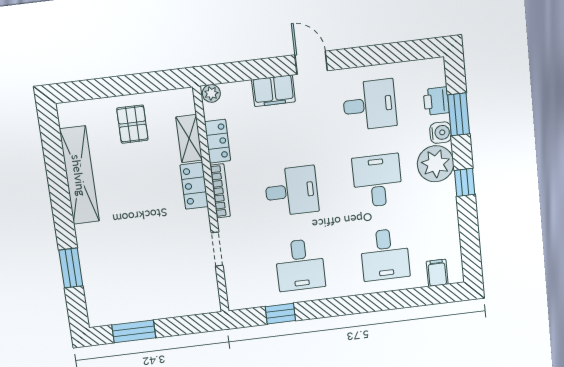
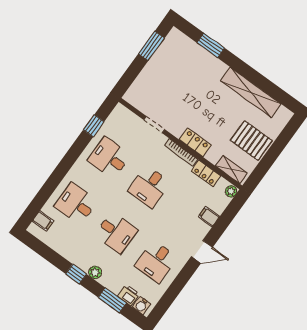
filing cabinet: (273, 91) -> (209, 217), width x0.50
pallet: (132, 124) -> (251, 140), width x1.50, depth x1.42
water cooler: (441, 133) -> (141, 305), moved
shelving: (189, 139) -> (231, 169), moved
plant: (436, 164) -> (95, 272), width x0.53, depth x0.53

